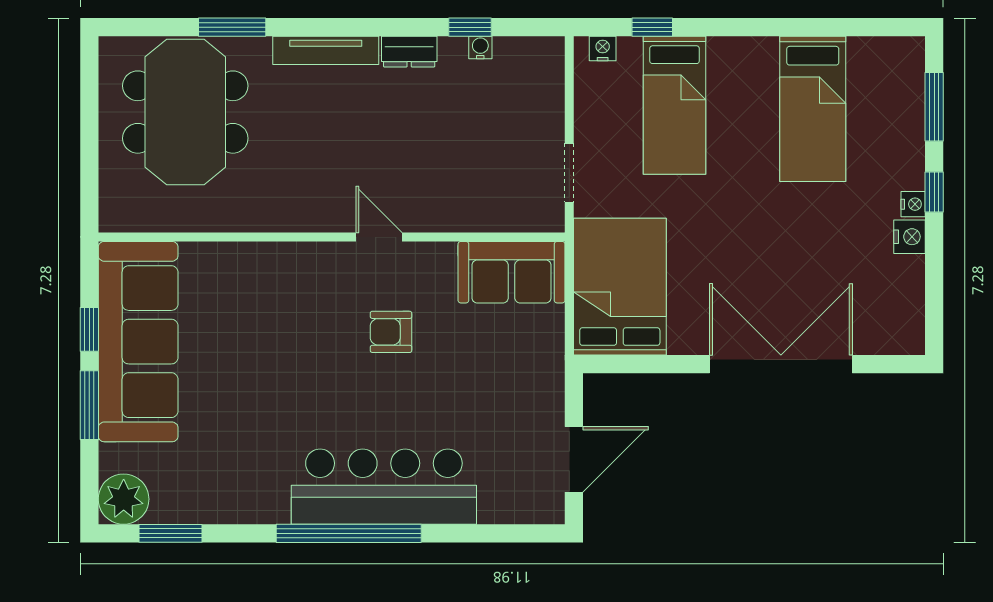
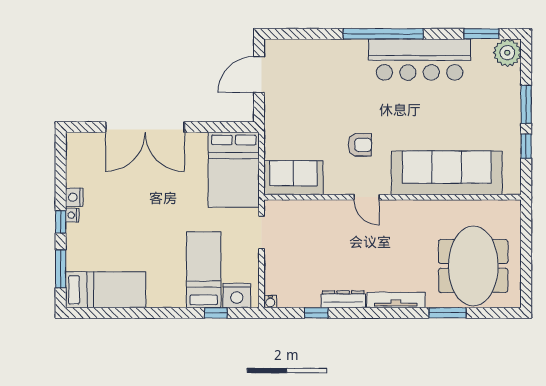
water cooler: (480, 48) -> (270, 302), moved
nightstand: (603, 48) -> (237, 296), width x1.89, depth x1.79
dresser: (409, 52) -> (343, 299), width x1.44
bed: (813, 109) -> (106, 290), moved, turned 90
sofa: (138, 342) -> (447, 173), moved, turned 90
bar counter: (384, 487) -> (420, 60), moved

